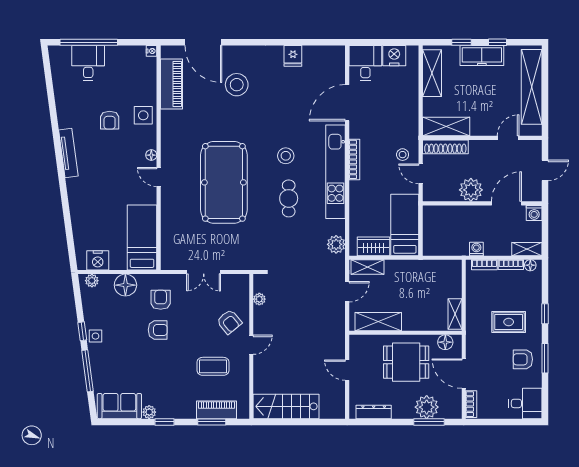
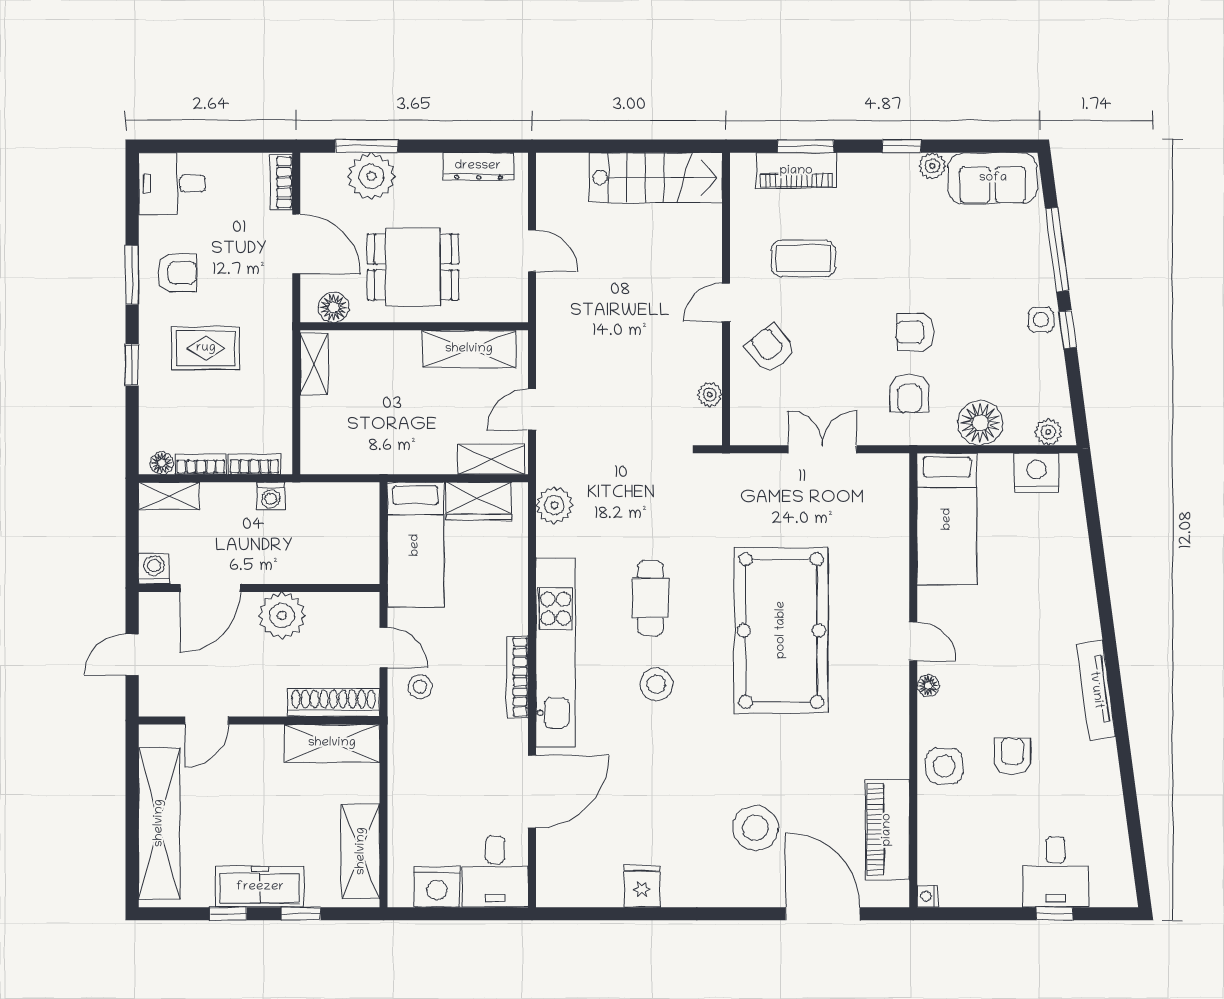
window: (89, 42) -> (1055, 914), width x0.32

